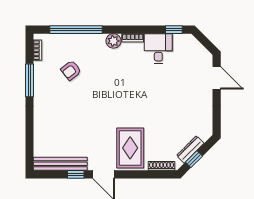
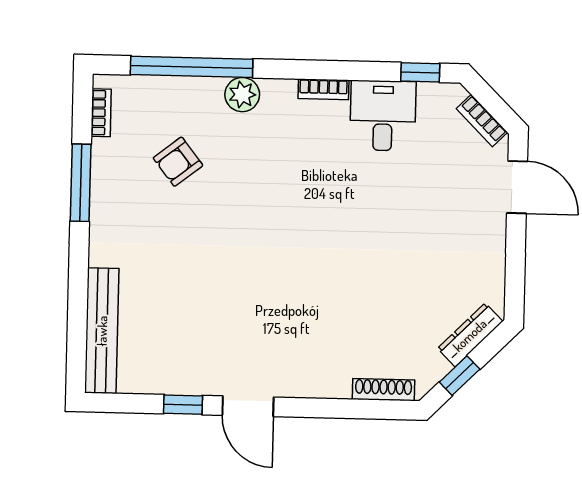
plant: (113, 41) -> (242, 95), moved
bookcase: (201, 50) -> (482, 121), added
rug: (130, 148) -> (311, 346), removed
dresser: (190, 149) -> (470, 335), moved
bench: (60, 164) -> (102, 331), moved, turned 90

